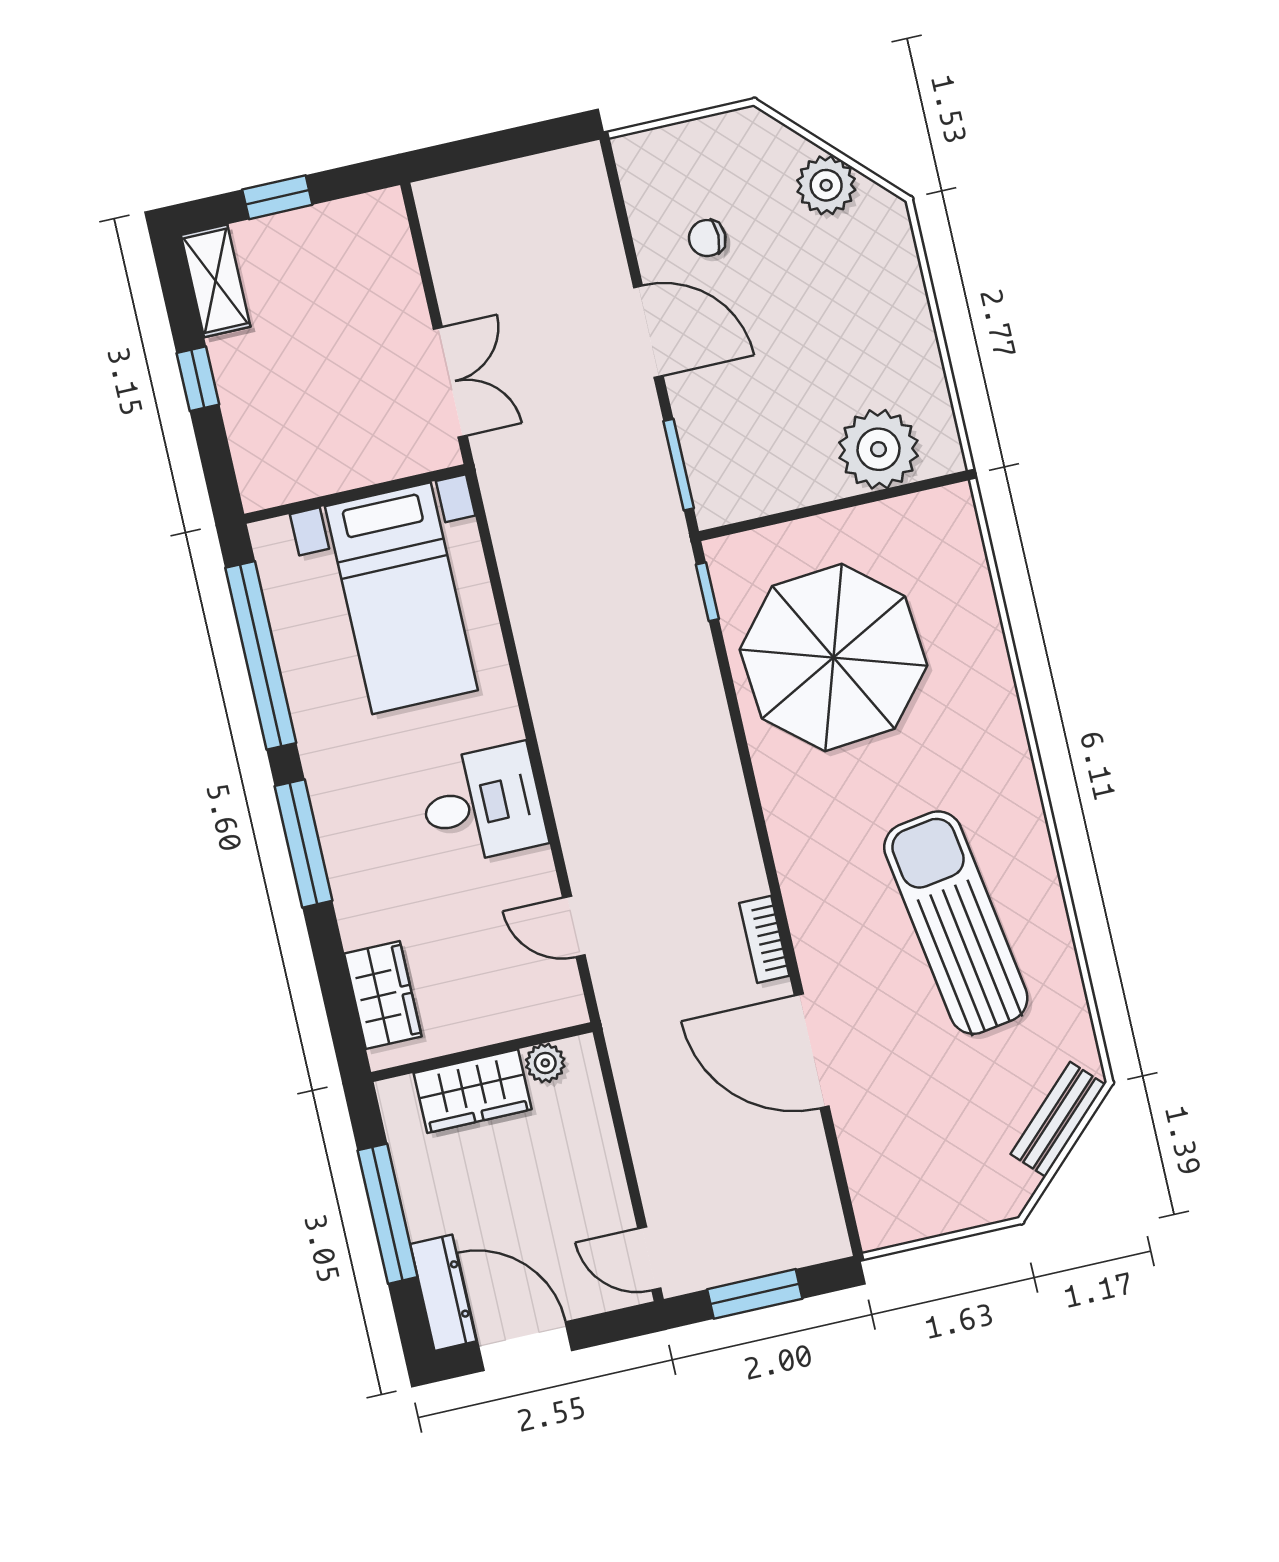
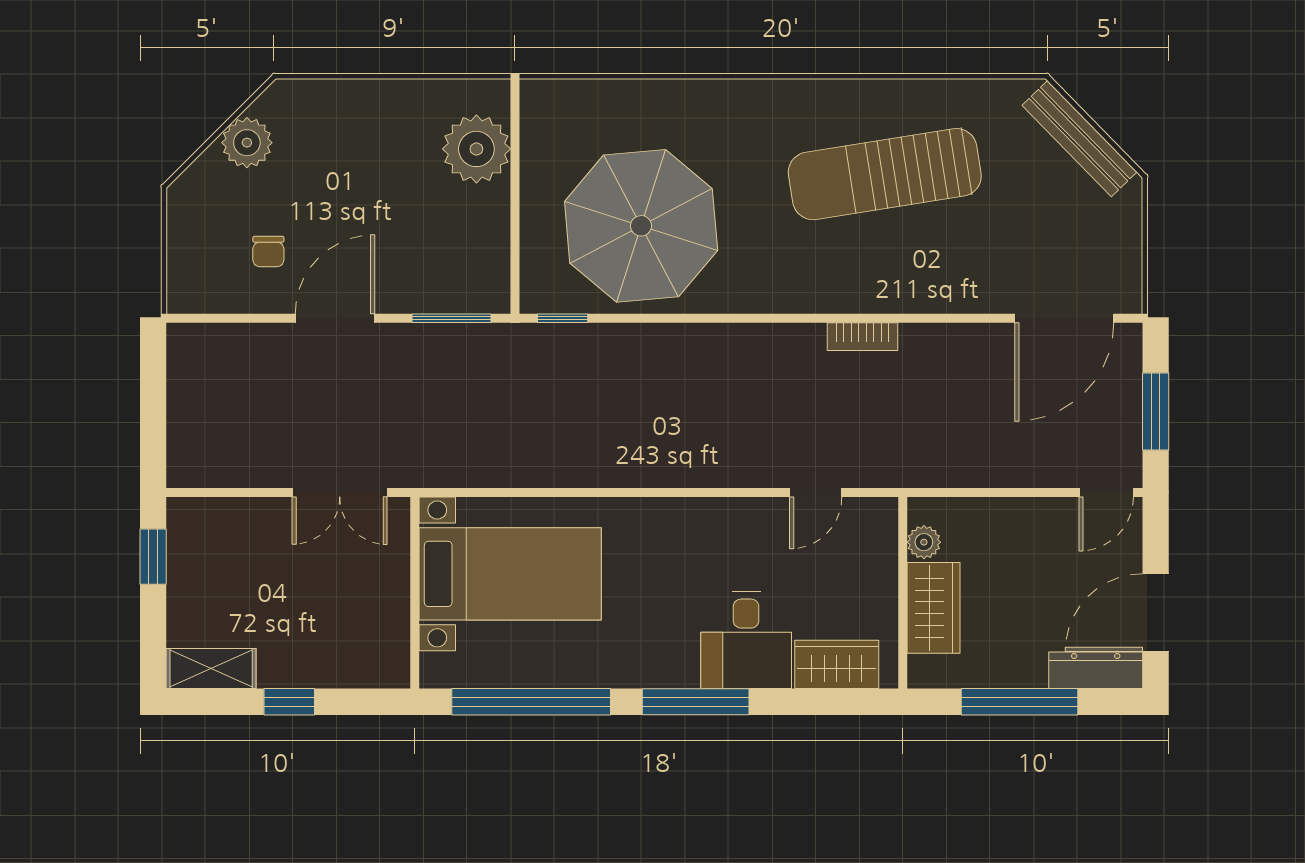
window: (277, 197) -> (153, 557), moved
double door: (450, 382) -> (340, 493), swing flipped
desk: (482, 804) -> (746, 640), moved, turned 180
door: (812, 1051) -> (1064, 318), moved
bench: (1058, 1119) -> (1079, 139), width x1.36

